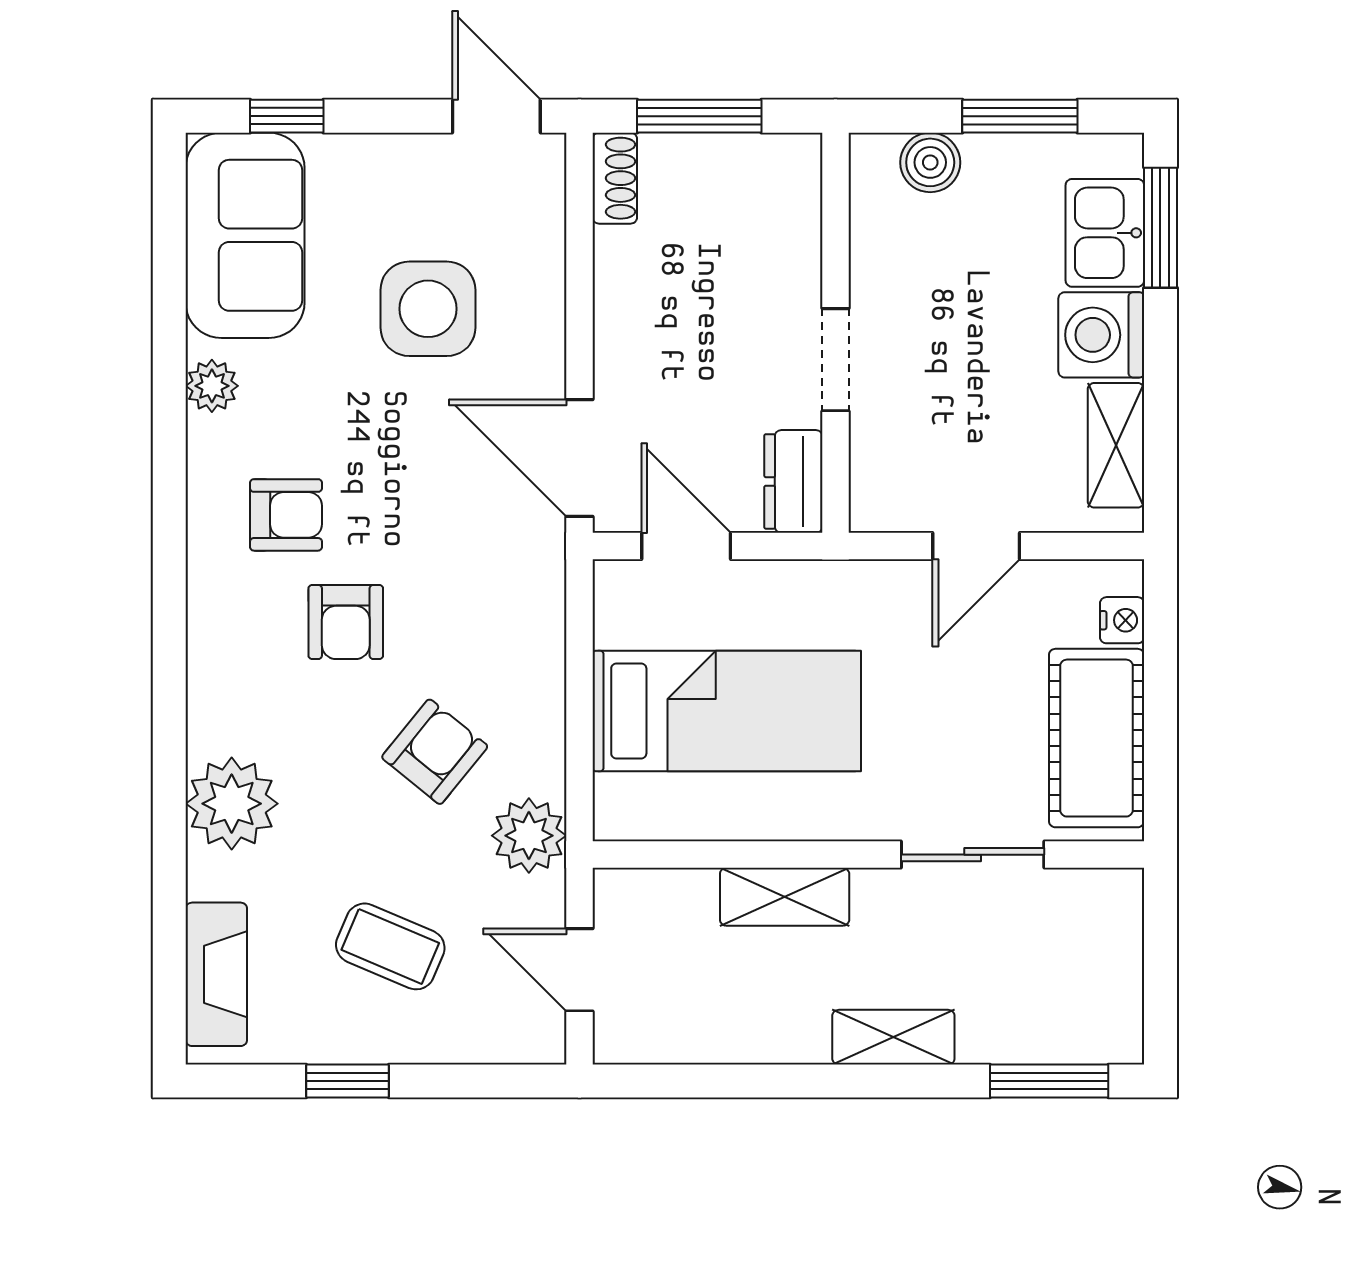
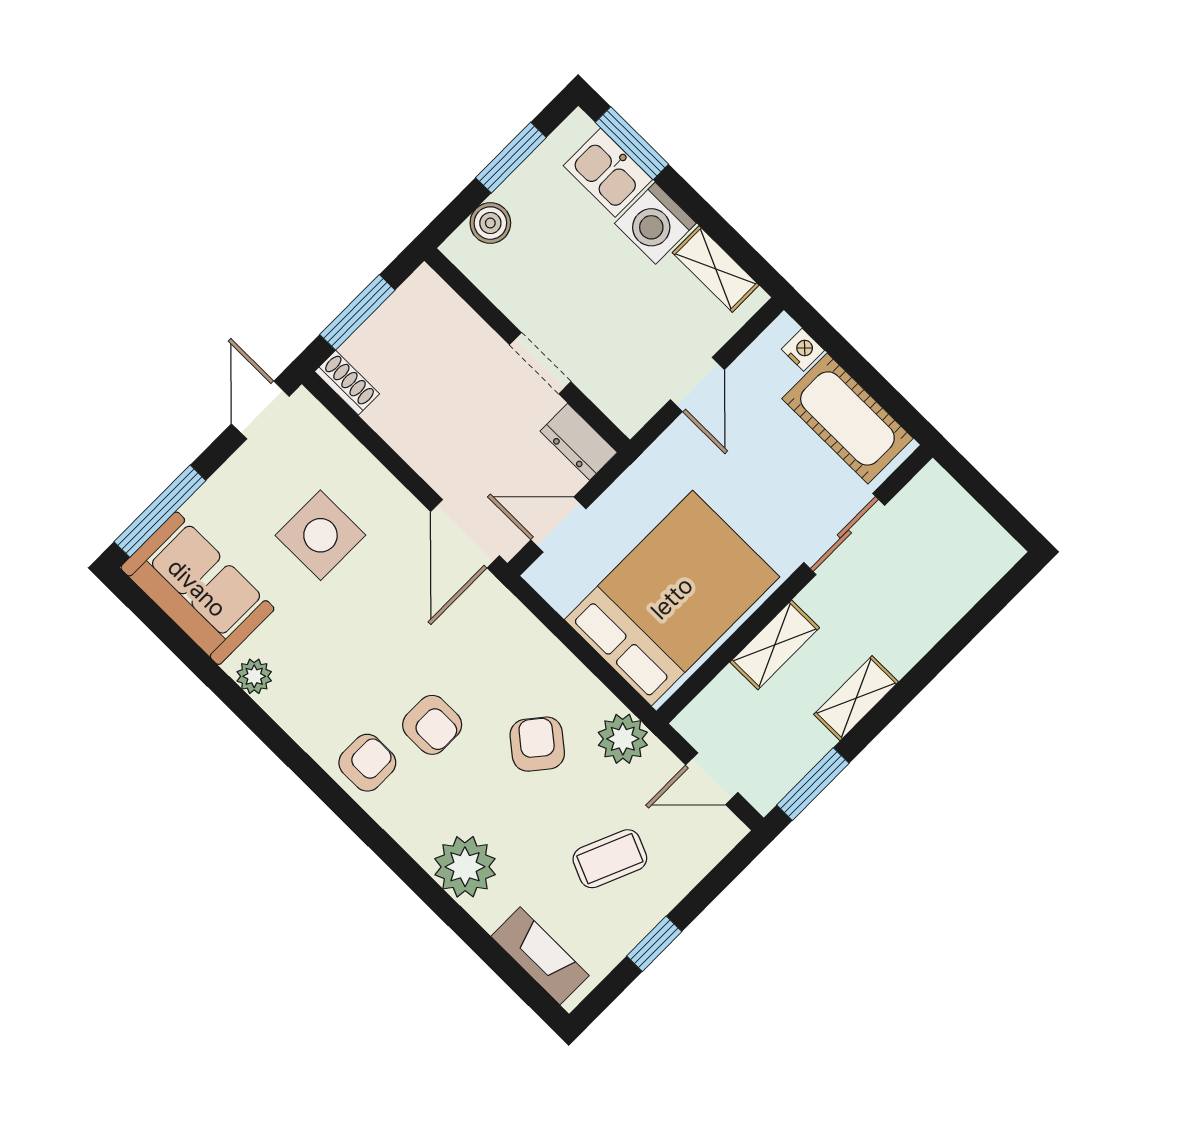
window: (287, 116) -> (160, 511), width x2.17
door: (496, 116) -> (260, 410), hinge flipped
door: (579, 458) -> (465, 534), hinge flipped
armchair: (286, 515) -> (367, 763), moved
bed: (727, 711) -> (672, 598), width x1.50
shelving: (893, 1037) -> (856, 698), moved
window: (1049, 1081) -> (813, 784), moved

